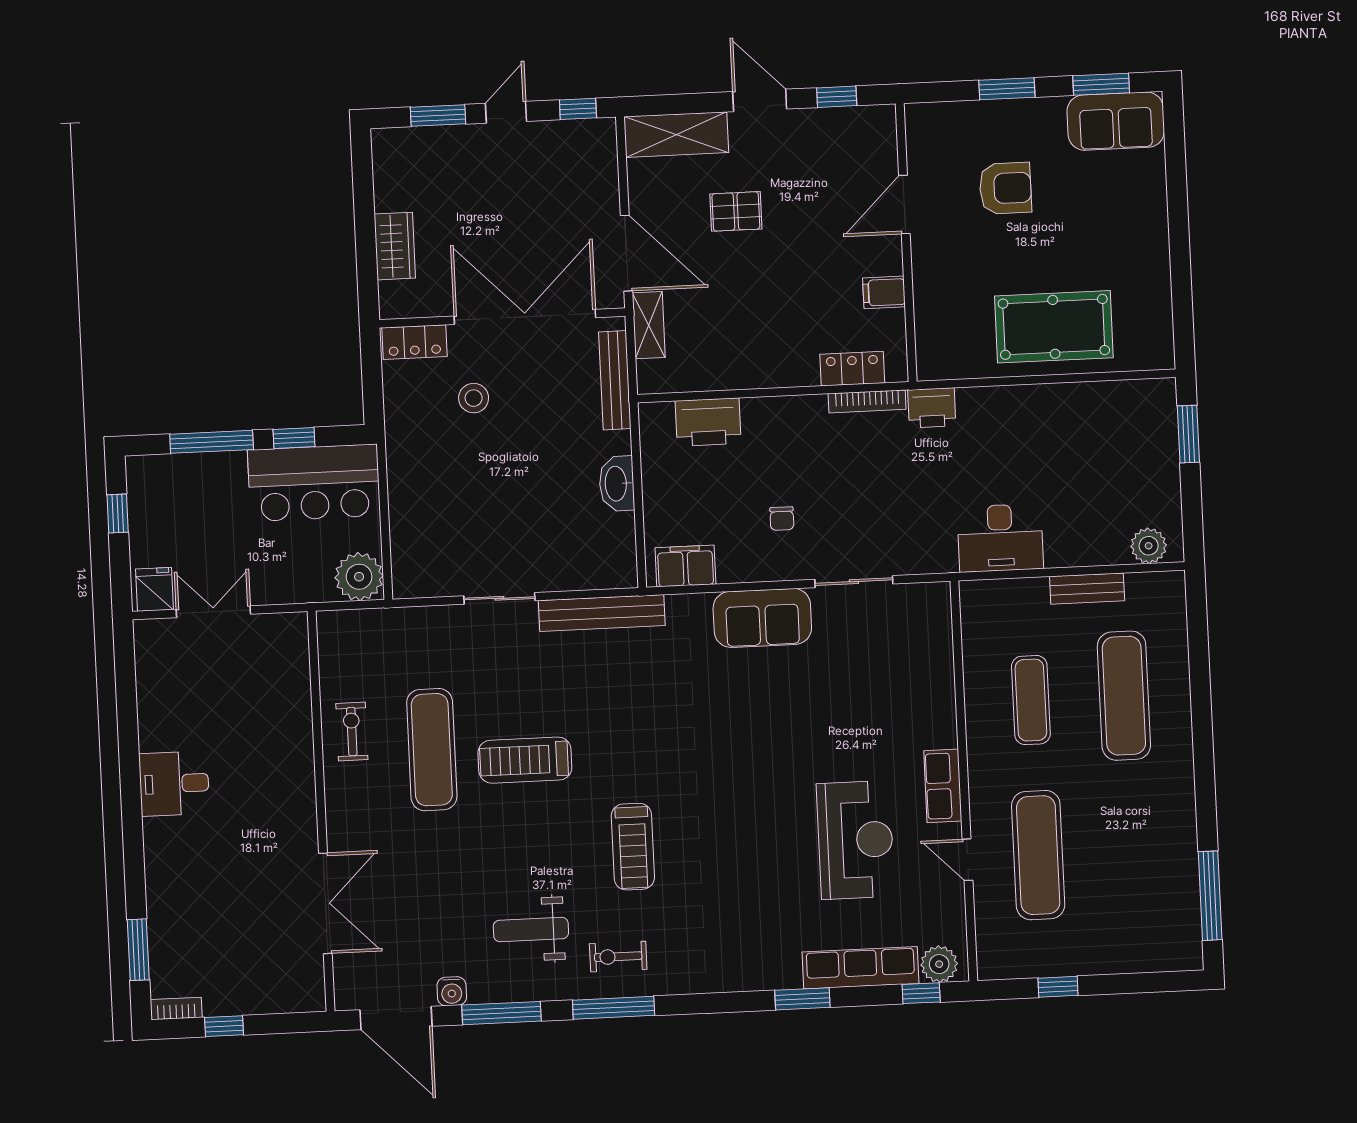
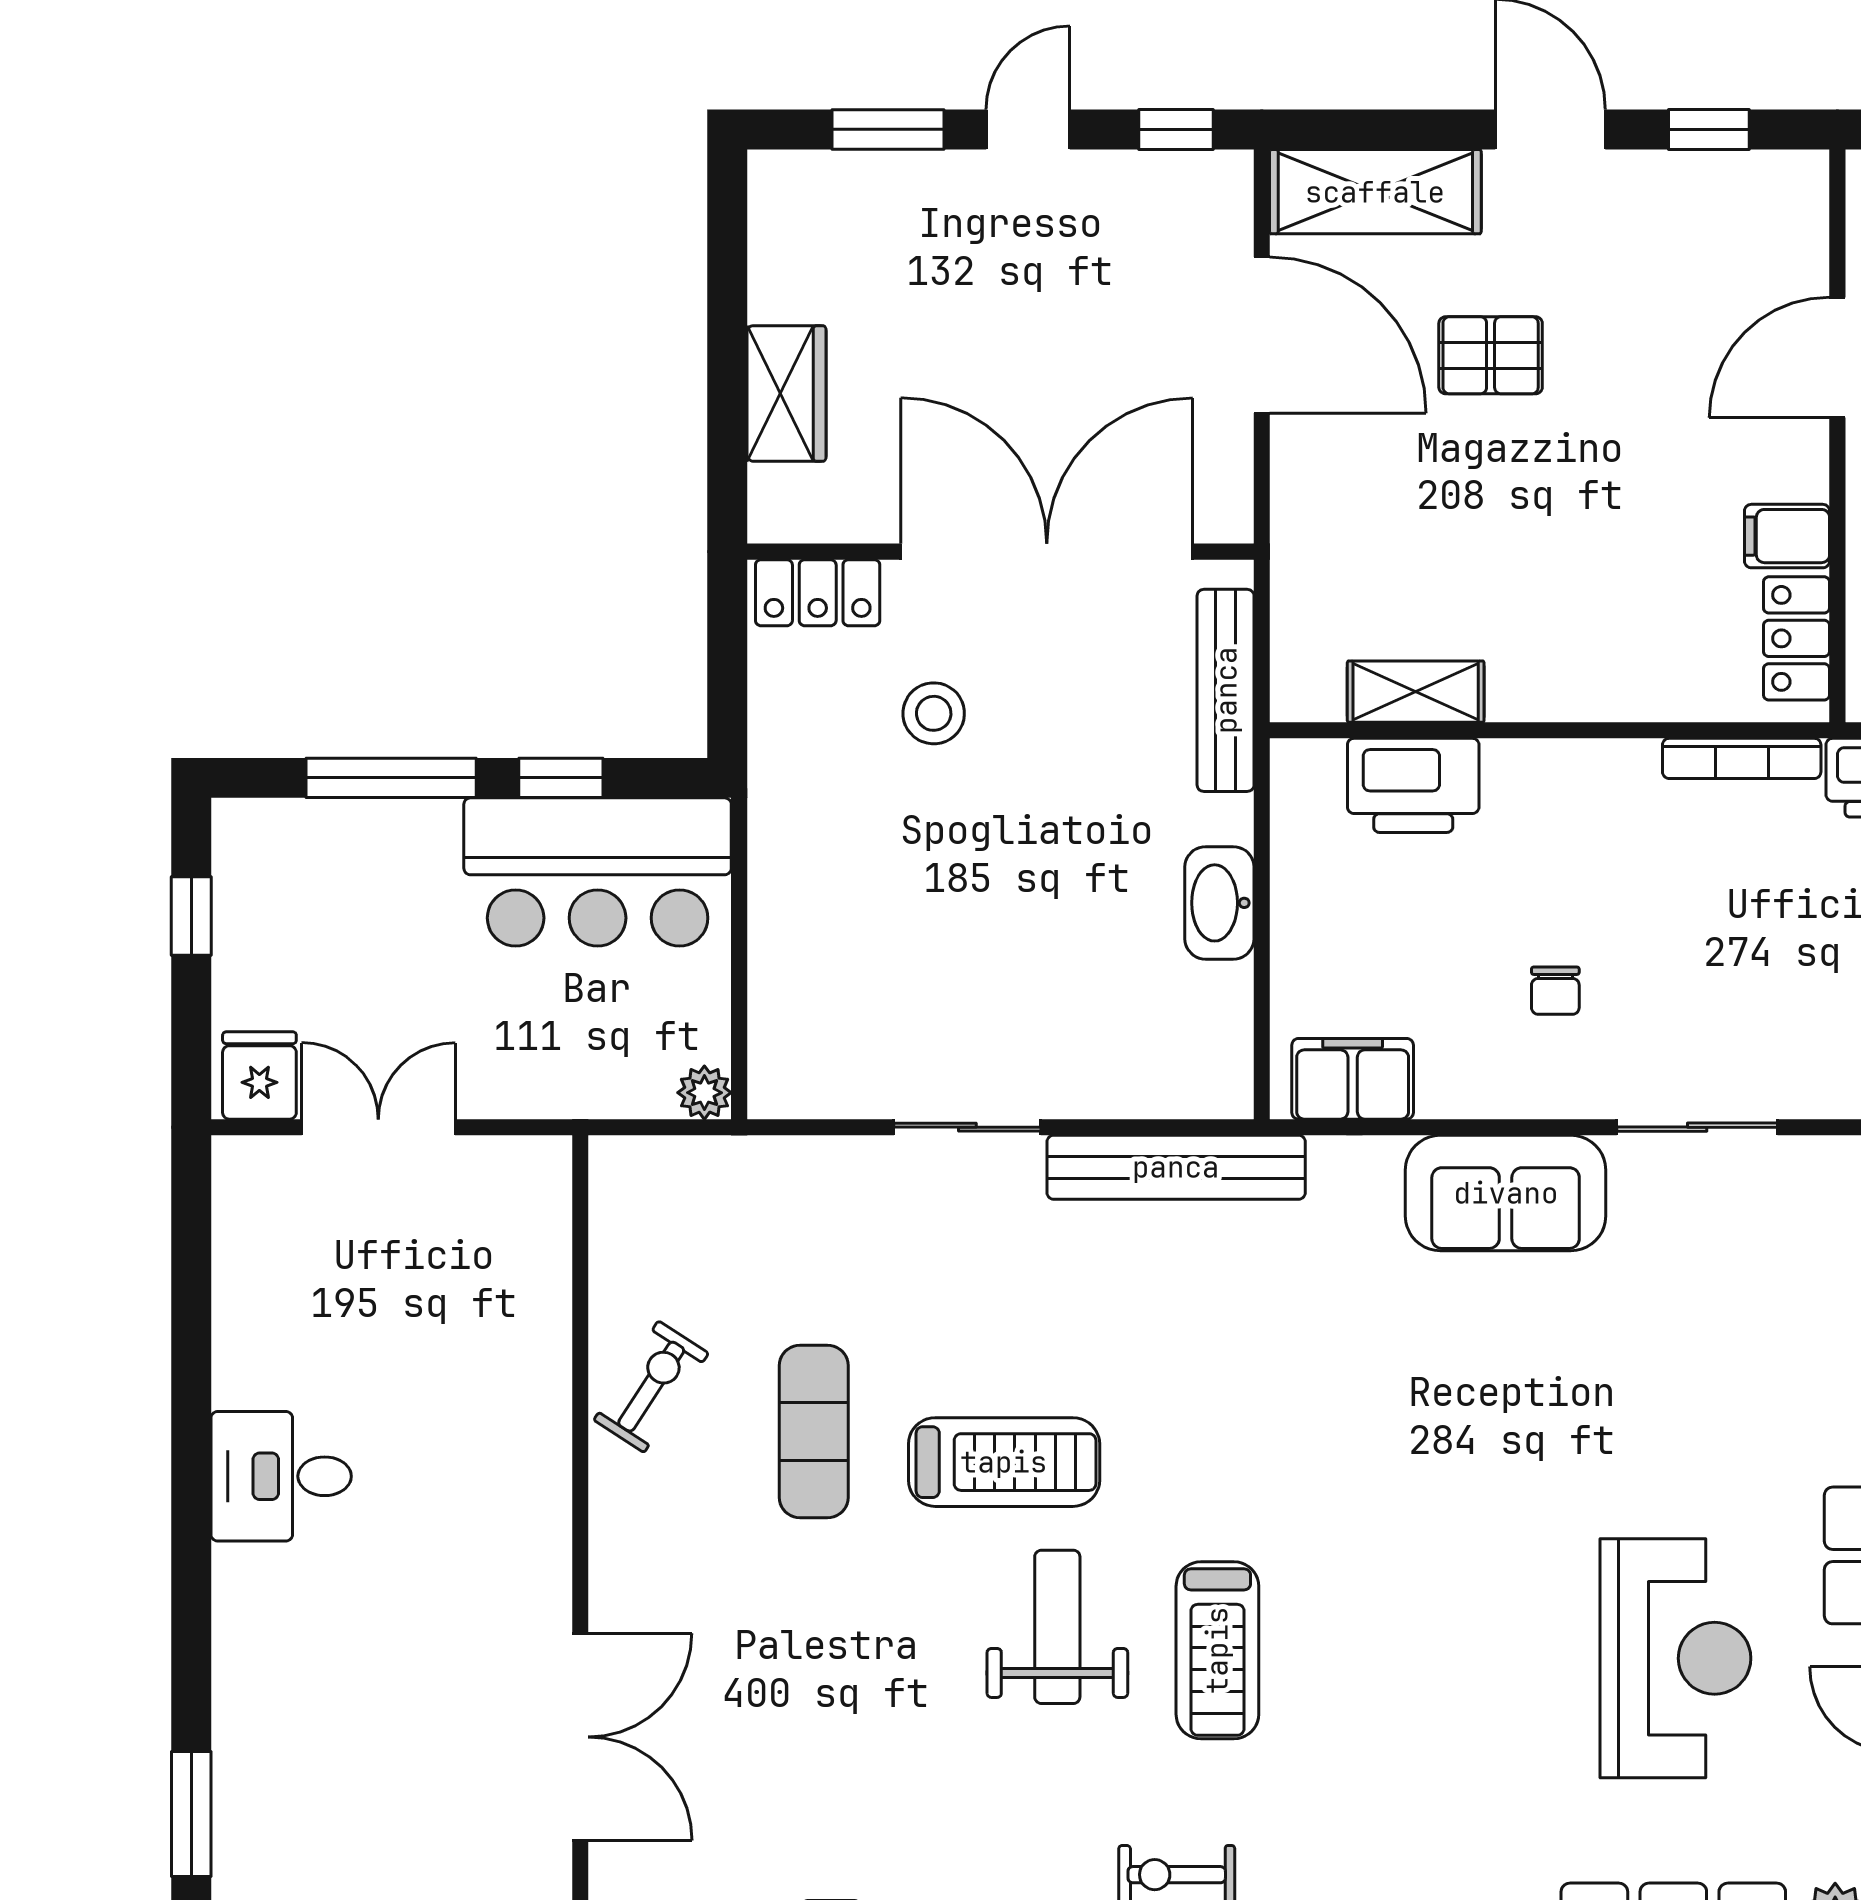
door: (626, 253) -> (1262, 335), moved
shelving: (649, 325) -> (1416, 692), moved, turned 90
locker: (852, 369) -> (1797, 638), moved, turned -90
plant: (359, 577) -> (704, 1093), width x0.53, depth x0.53
exercise bike: (352, 732) -> (651, 1387), turned 33
exercise mat: (432, 750) -> (814, 1432), width x0.73, depth x0.69
treadmill: (525, 760) -> (1004, 1462), turned 180
weight bench: (531, 930) -> (1057, 1627), moved, turned 90

